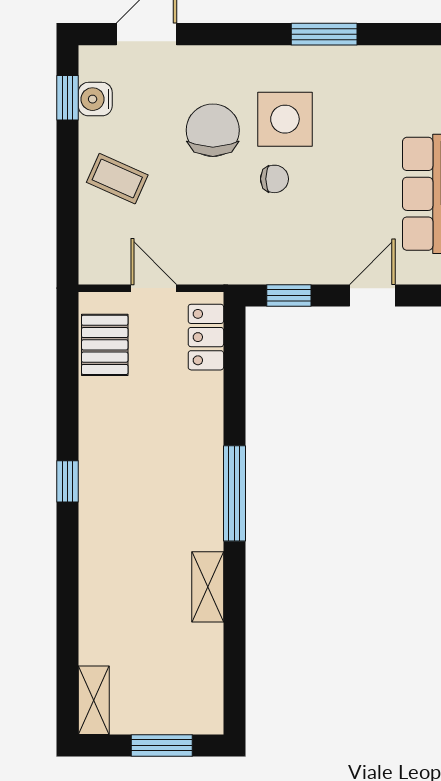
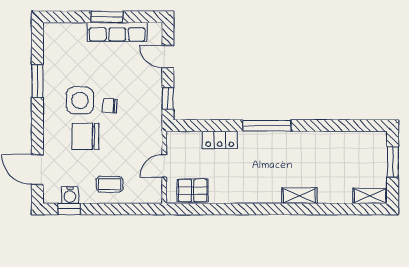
coffee table: (117, 179) -> (110, 184), turned 66
chair: (274, 179) -> (110, 106), turned -86
locker: (206, 337) -> (220, 140), moved
window: (67, 481) -> (261, 209), removed
shelving: (208, 587) -> (299, 196), moved

